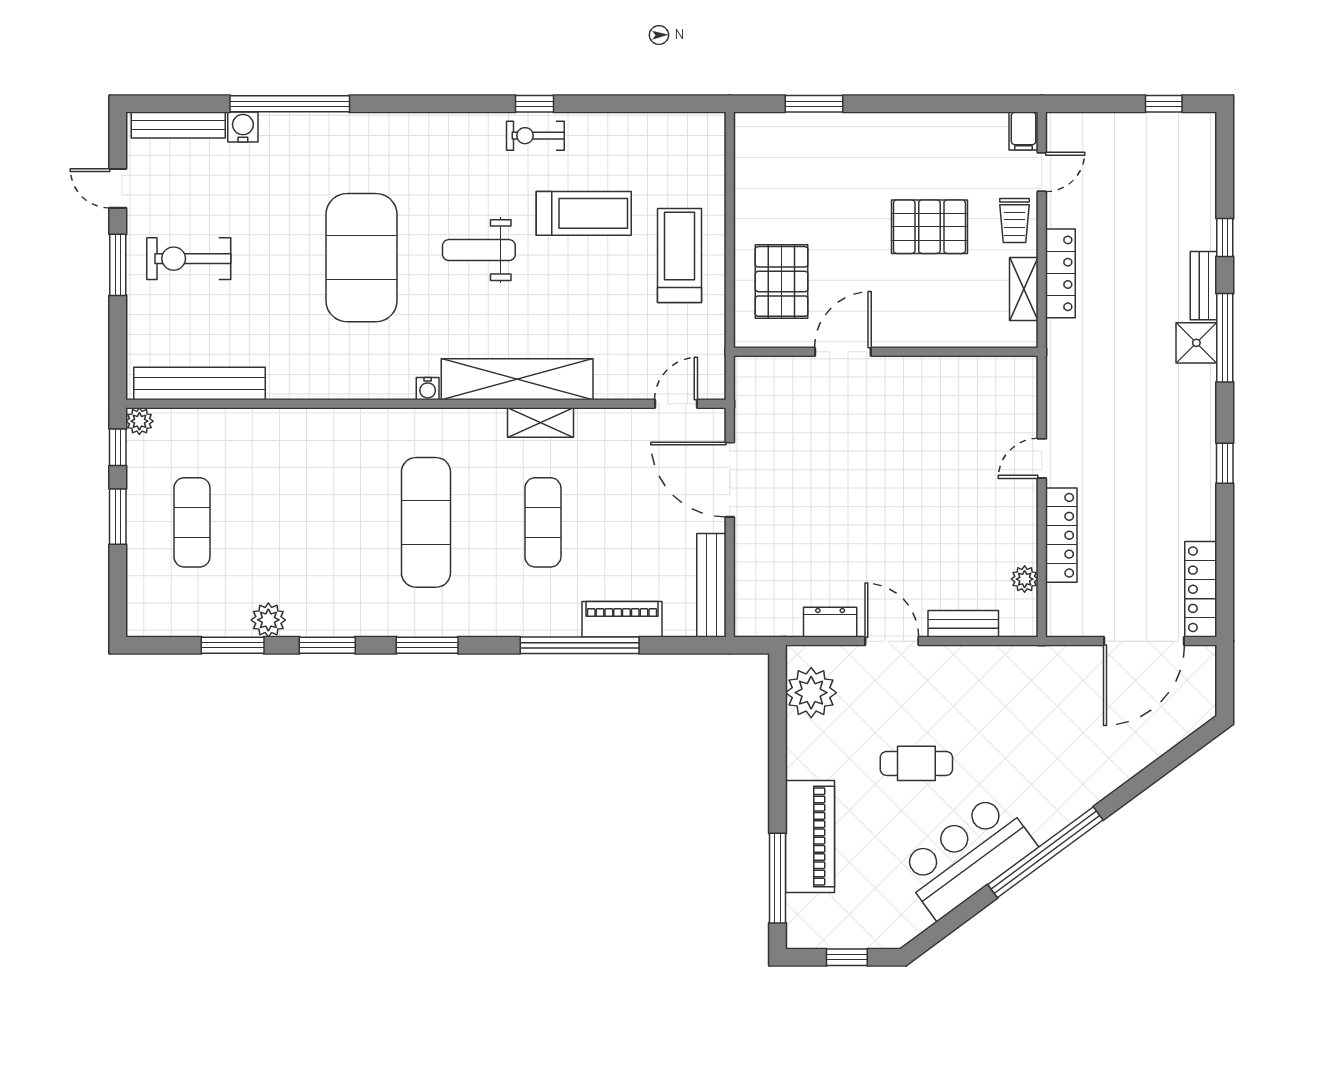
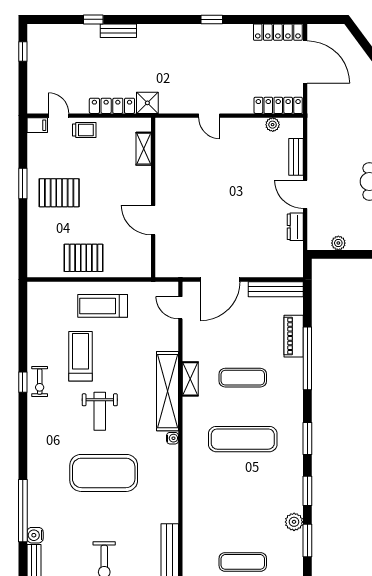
window: (814, 104) -> (23, 183), moved
pallet: (929, 227) -> (59, 193), moved, turned 90
pallet: (782, 281) -> (83, 258), moved
shelving: (1024, 289) -> (144, 149), moved, turned 90
window: (1225, 338) -> (146, 19), removed
shower: (1196, 343) -> (147, 103), moved
locker: (1061, 535) -> (278, 105), moved
door: (892, 641) -> (305, 194), hinge flipped
plant: (811, 693) -> (338, 243), width x0.53, depth x0.53

